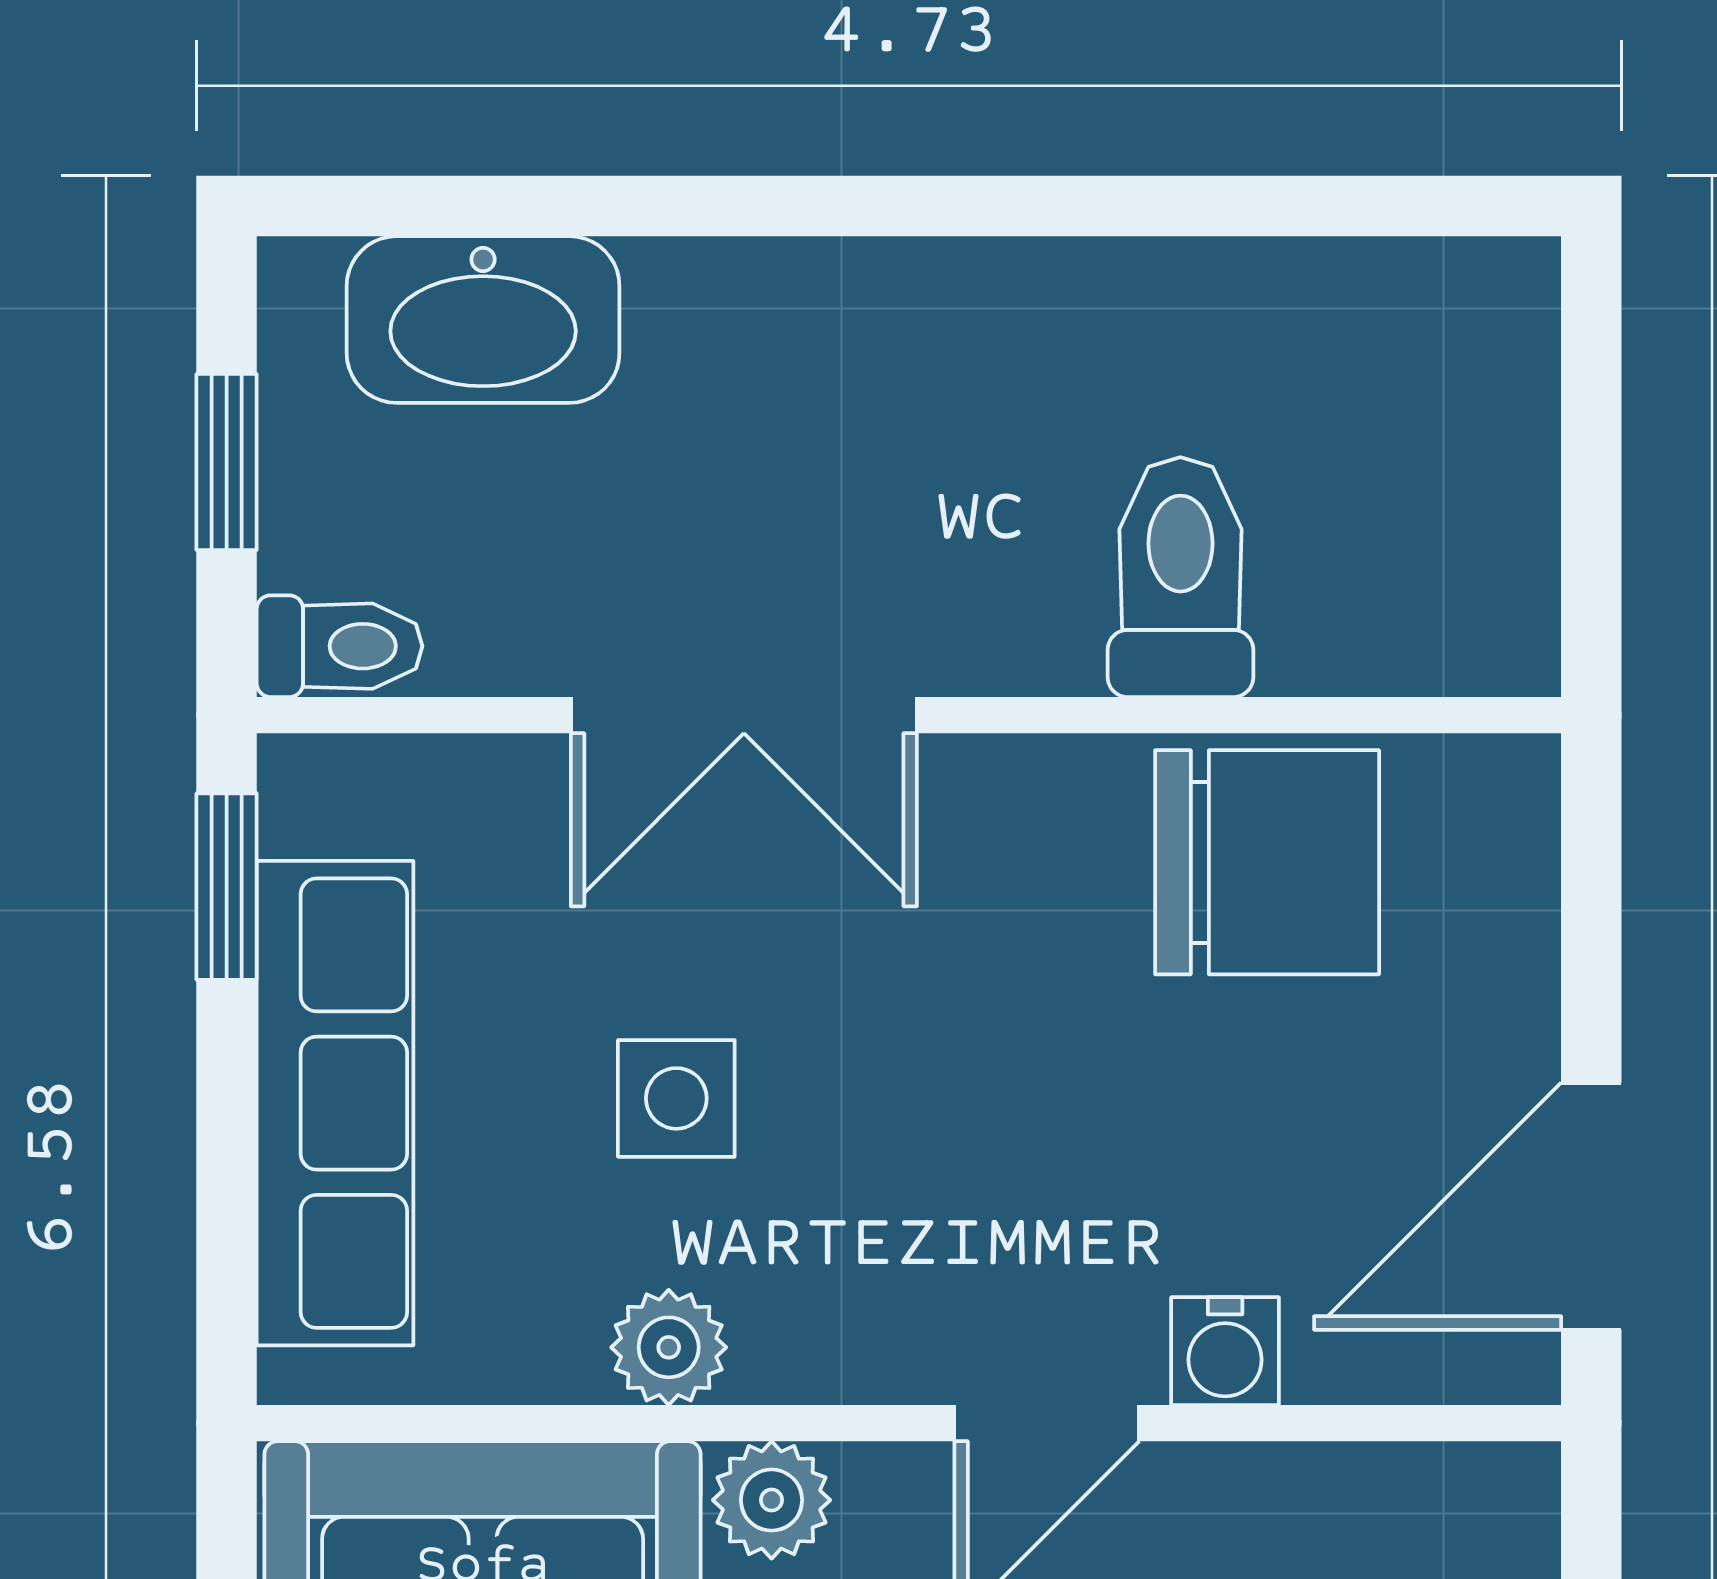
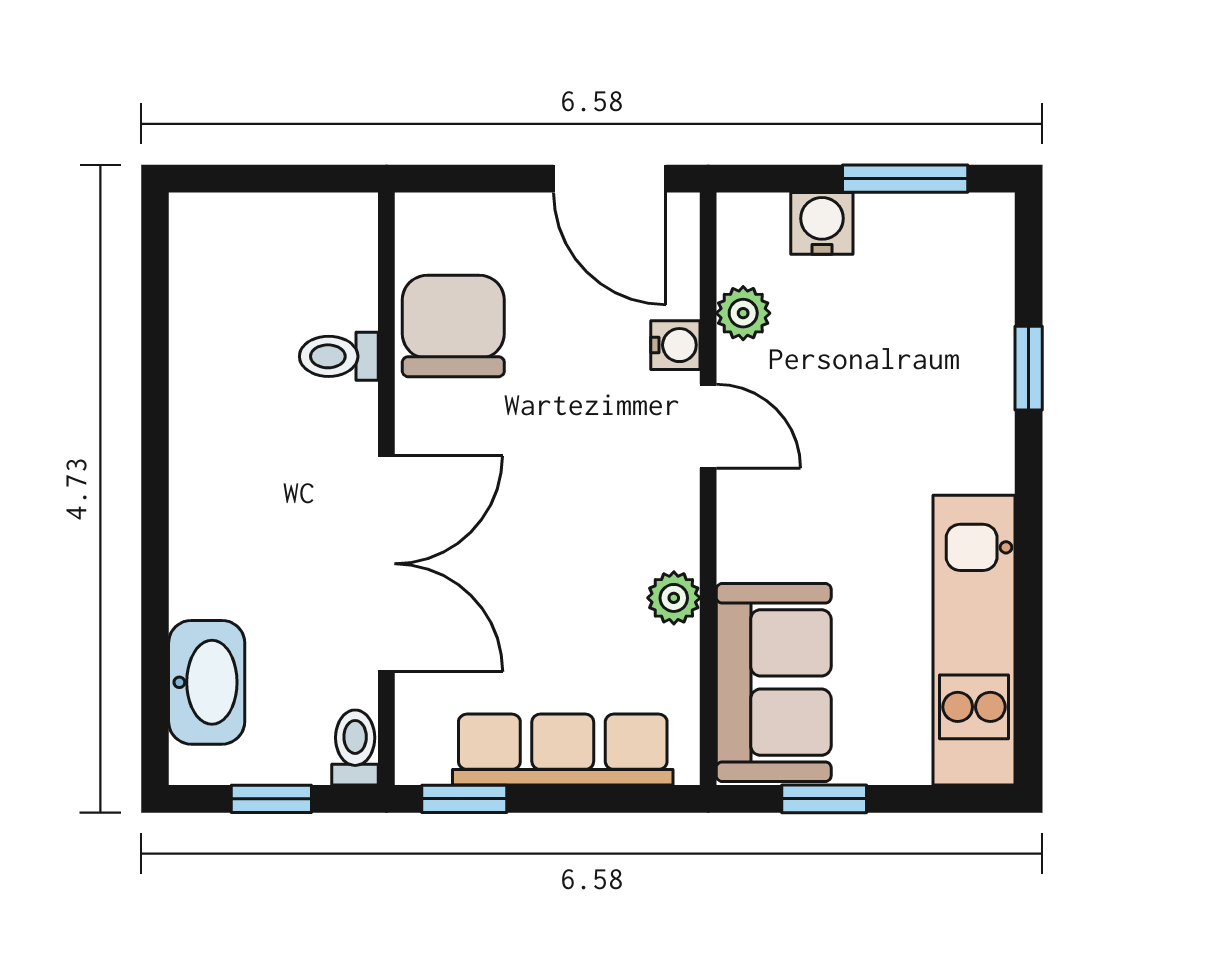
toilet: (1180, 577) -> (339, 356), width x0.73, depth x0.72
double door: (744, 715) -> (386, 564), width x1.37
side table: (676, 1098) -> (561, 594), removed
plant: (772, 1500) -> (743, 313), moved

